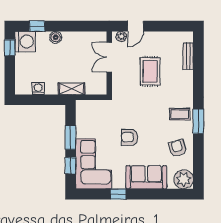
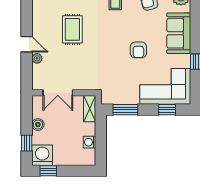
double door: (109, 57) -> (58, 93), moved
wall: (109, 63) -> (64, 93), moved
rug: (150, 72) -> (72, 29), turned 90
window: (70, 138) -> (125, 110), moved

